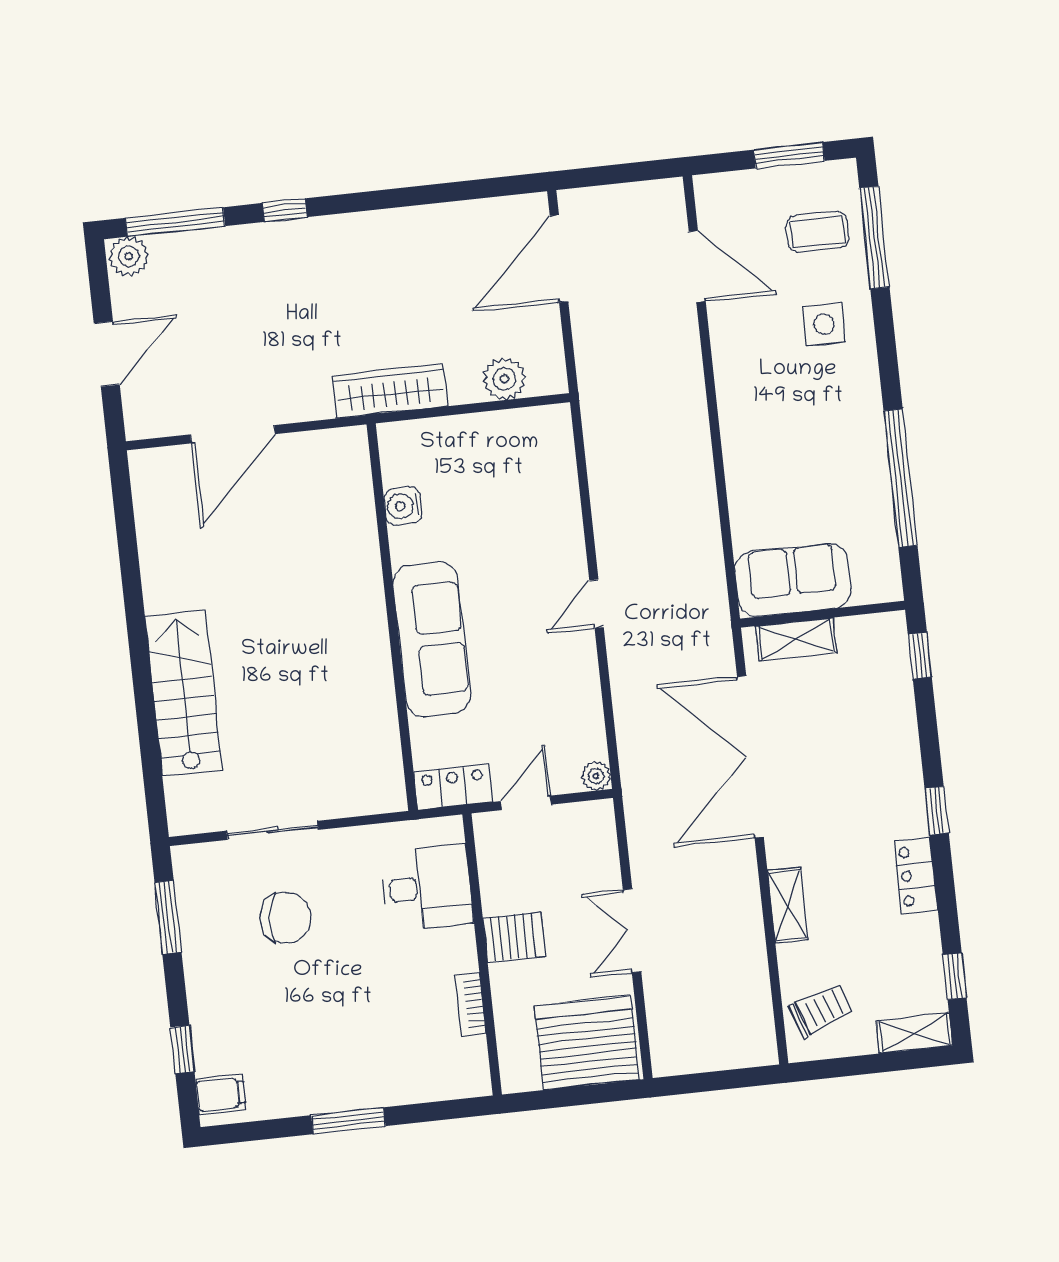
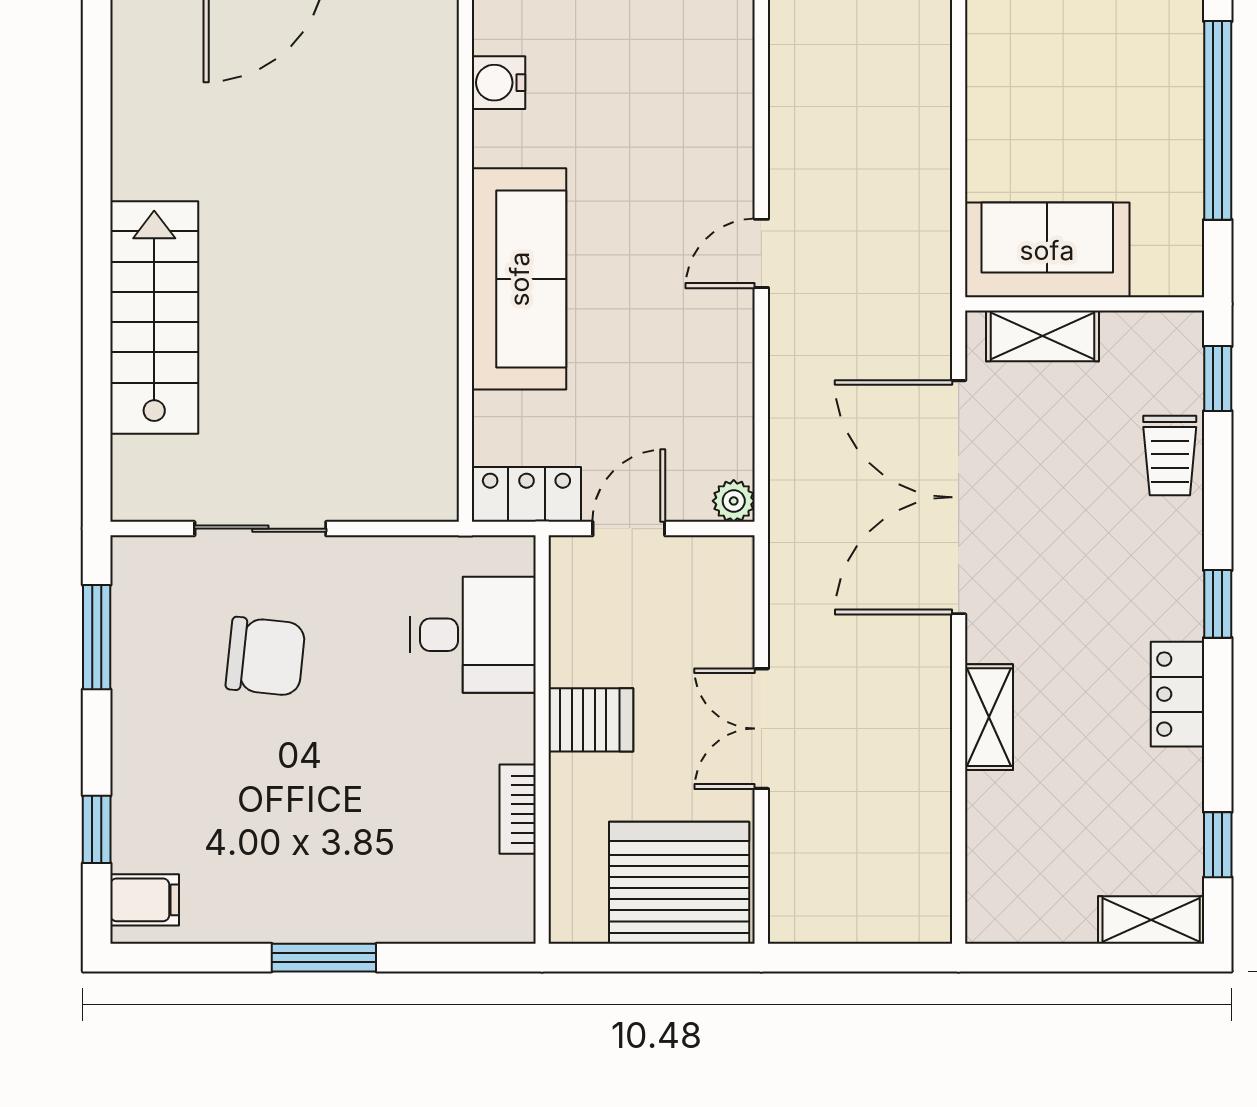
trolley: (821, 1010) -> (1170, 456), moved, turned 110

